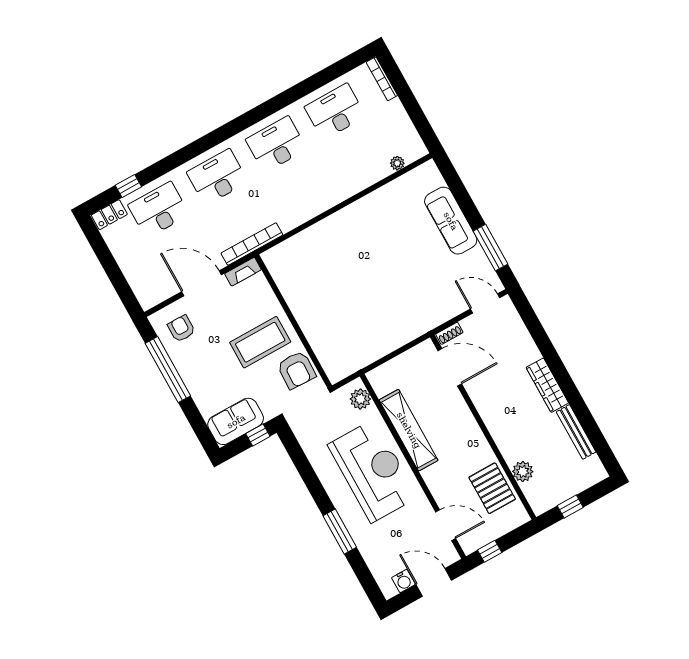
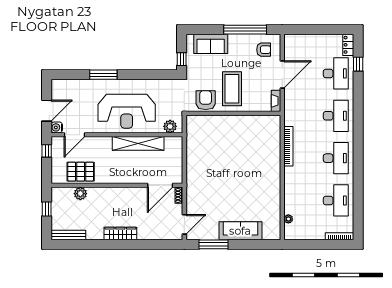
bookcase: (252, 244) -> (288, 146), moved
armchair: (296, 370) -> (206, 100), turned 88
sofa: (236, 421) -> (211, 44), moved, turned 90
bench: (576, 432) -> (68, 235), moved
water cooler: (403, 581) -> (57, 127), moved

